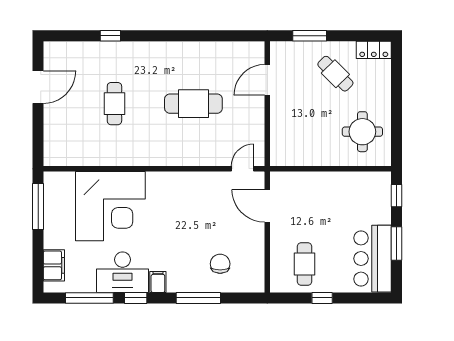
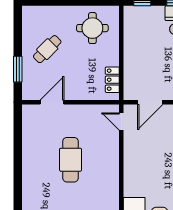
locker: (374, 50) -> (112, 80), moved, turned 180
door: (267, 80) -> (52, 102), swing flipped

